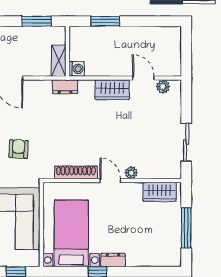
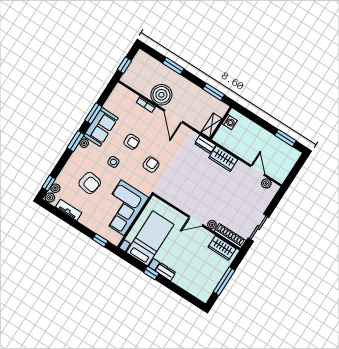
window: (105, 21) -> (285, 138), moved
washing machine: (77, 69) -> (230, 122), moved
wardrobe: (112, 90) -> (223, 159), moved
shoe rack: (76, 172) -> (230, 236), moved
door: (110, 181) -> (196, 221), swing flipped

